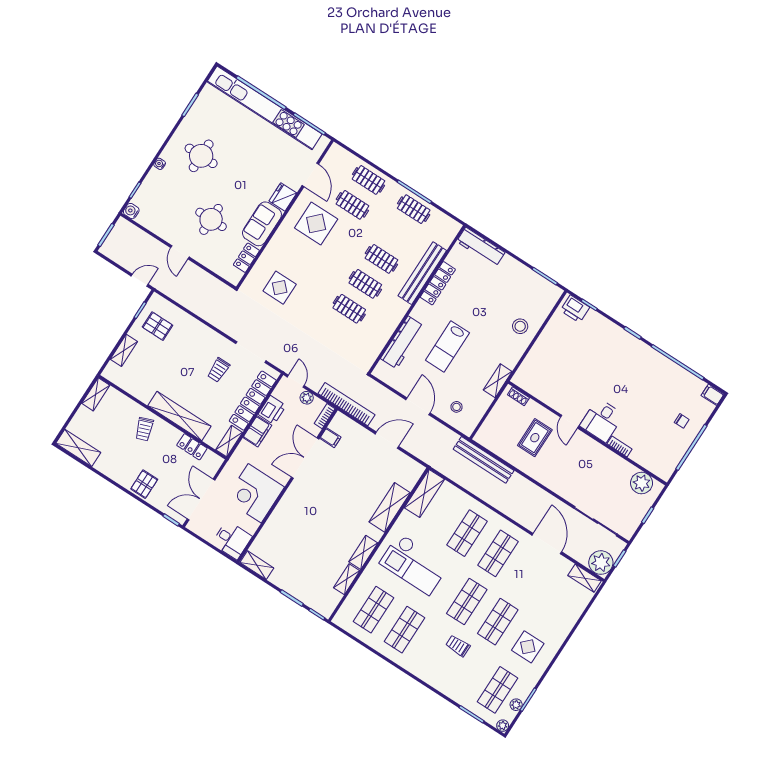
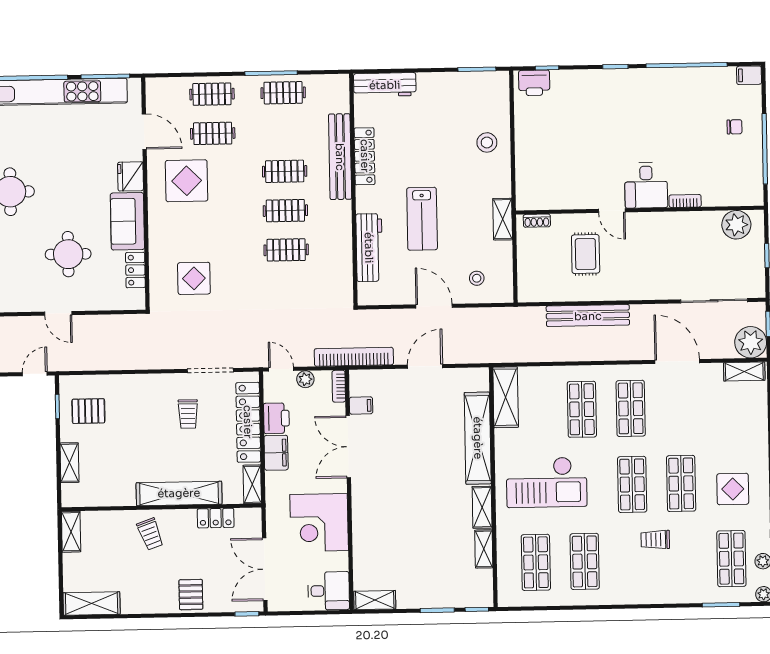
bench: (484, 460) -> (588, 316), moved
shelving: (390, 507) -> (478, 438), width x1.47

